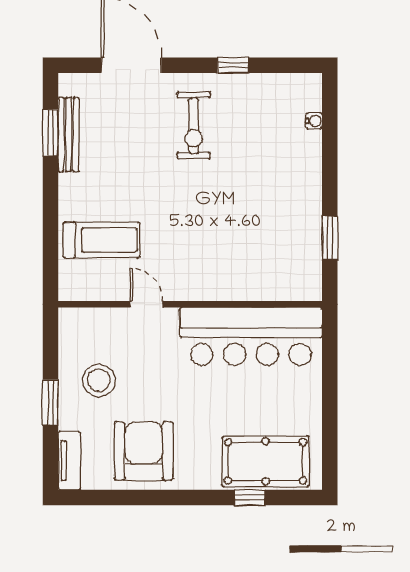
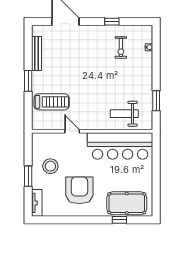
exercise bike: (194, 126) -> (121, 47), moved, width x0.73, depth x0.72
window: (50, 133) -> (28, 81), moved
weight bench: (260, 266) -> (124, 114), added
armchair: (144, 451) -> (79, 190), moved

